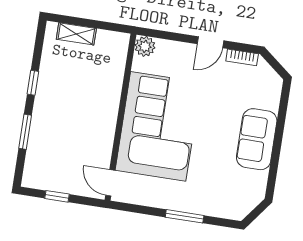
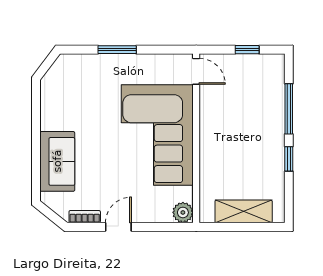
shelving: (76, 34) -> (244, 211), width x1.50, depth x1.33
window: (25, 132) -> (289, 109), width x1.44
sofa: (257, 139) -> (57, 161), moved

